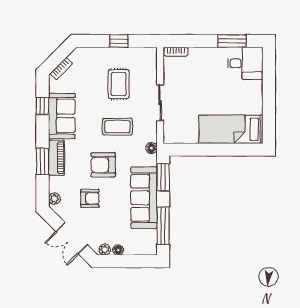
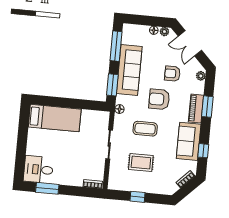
rug: (119, 84) -> (141, 162), turned 90
armchair: (103, 165) -> (159, 99), turned 180
double door: (72, 238) -> (190, 43), swing flipped

